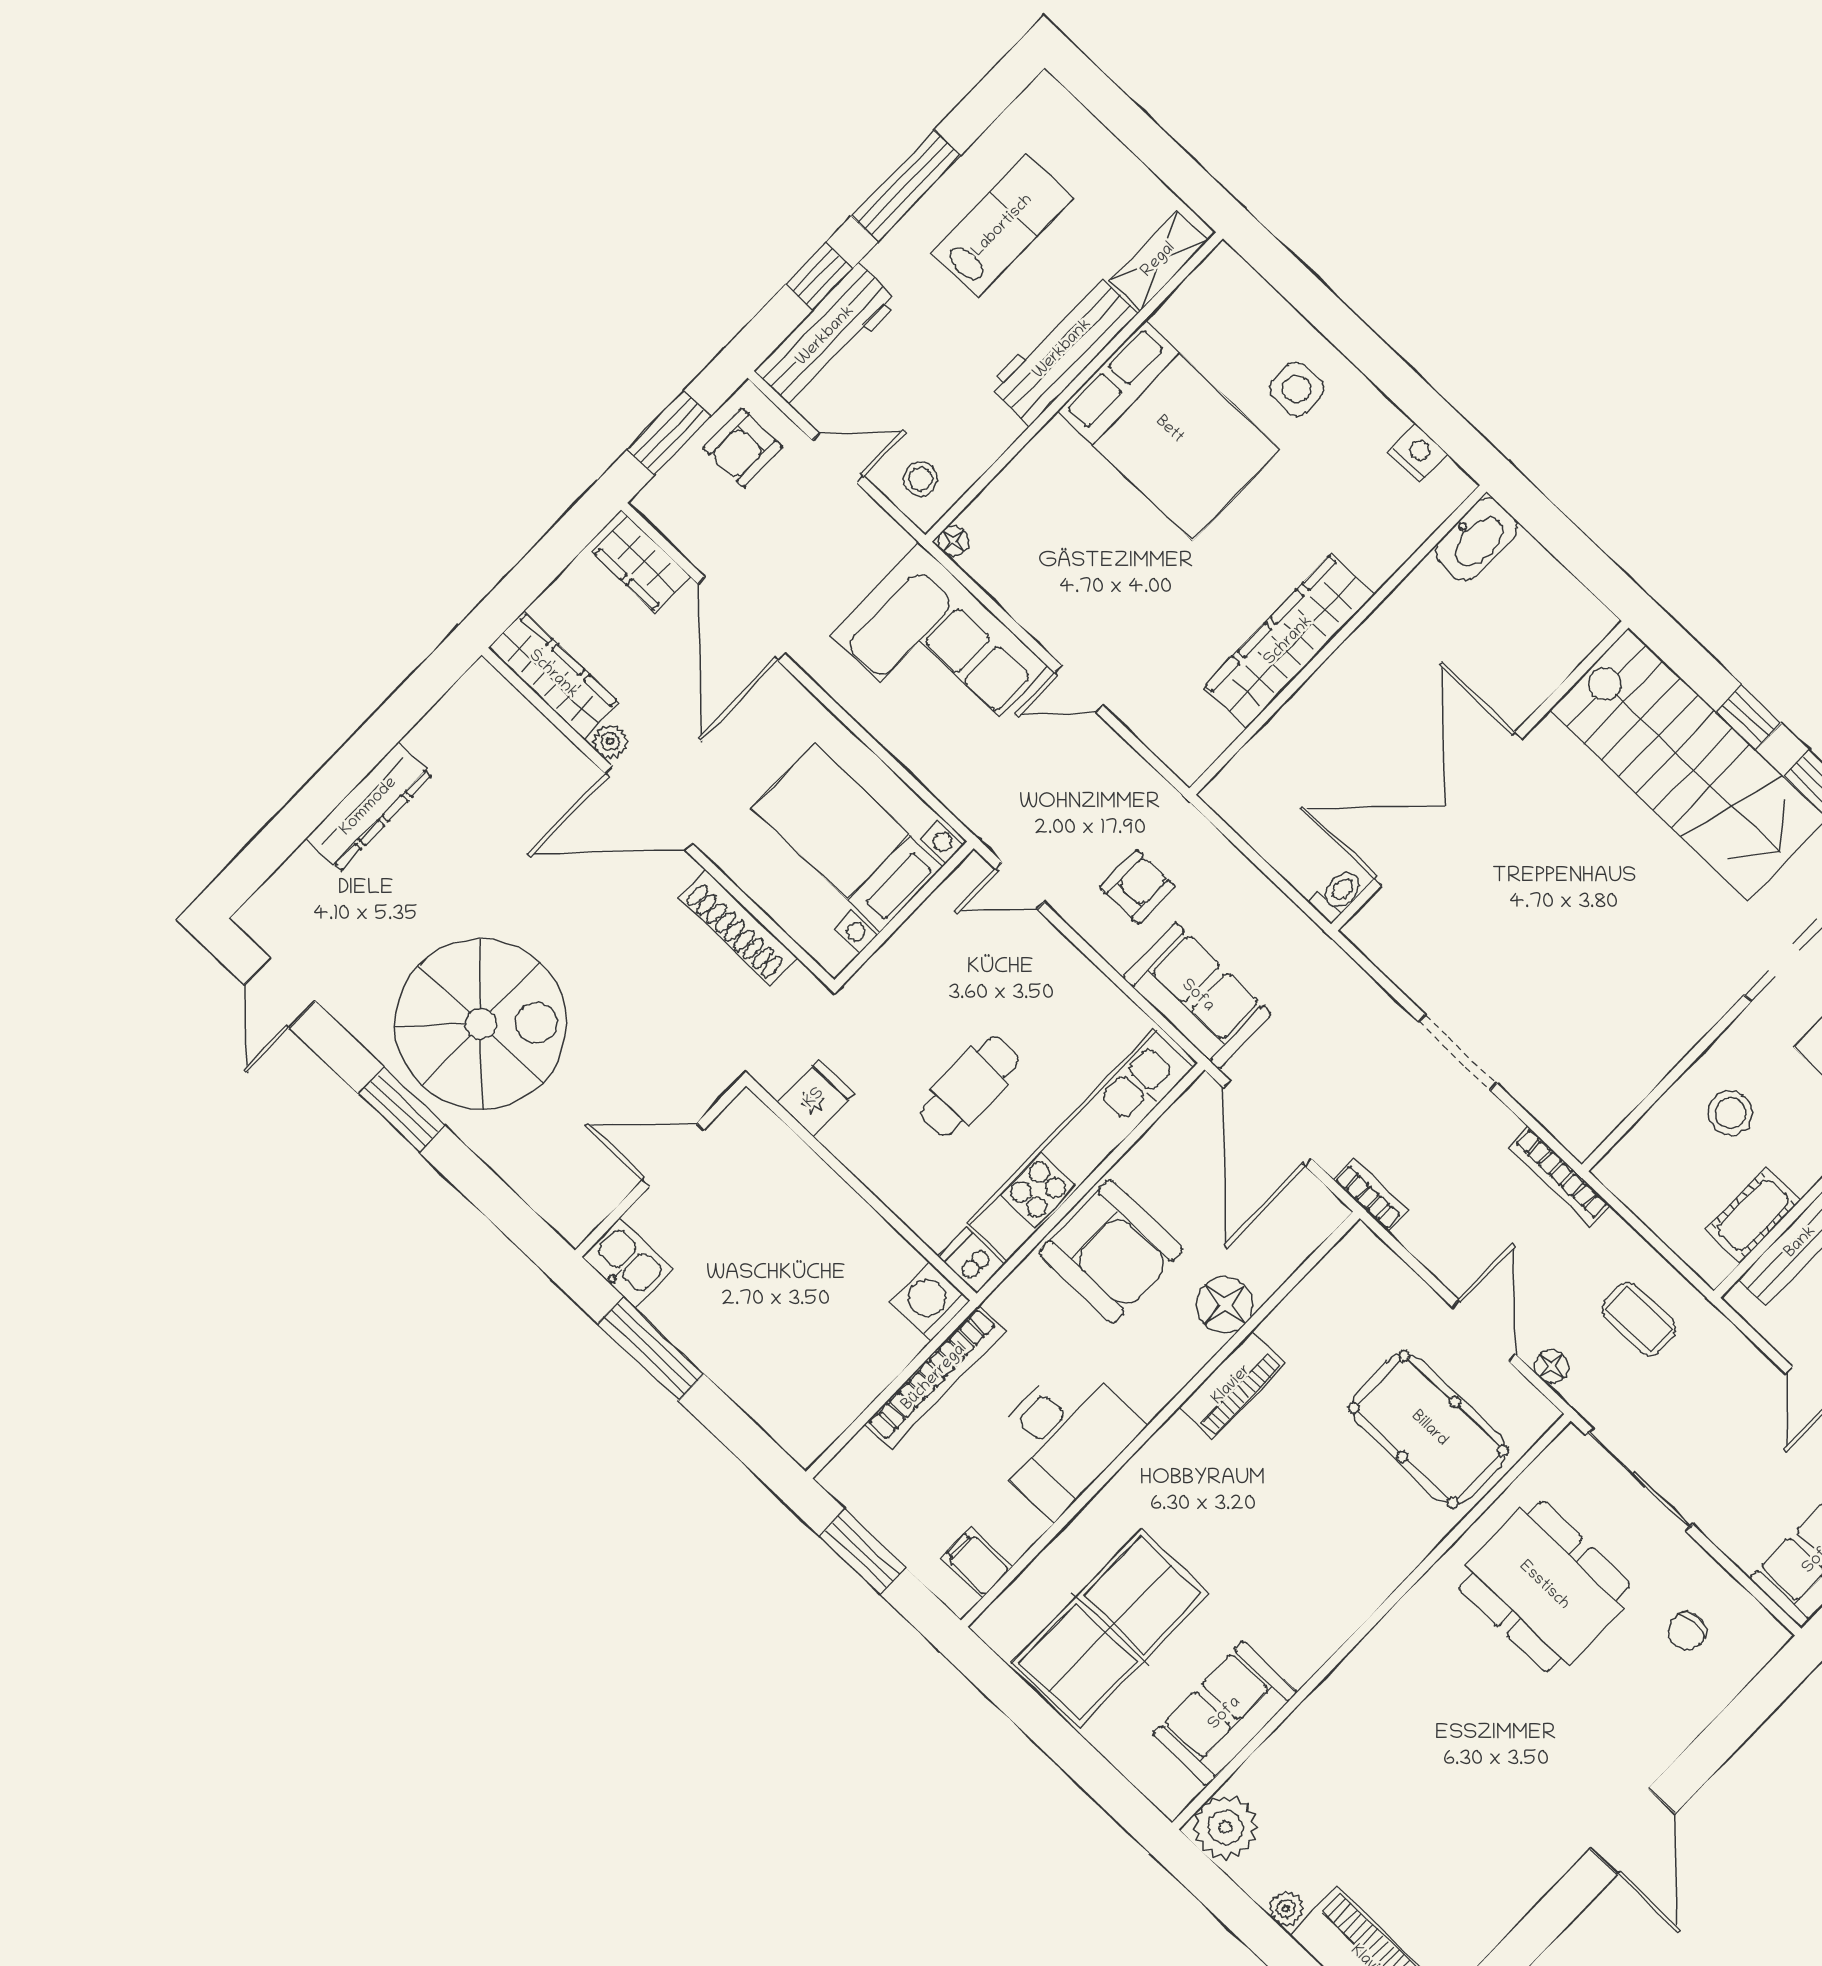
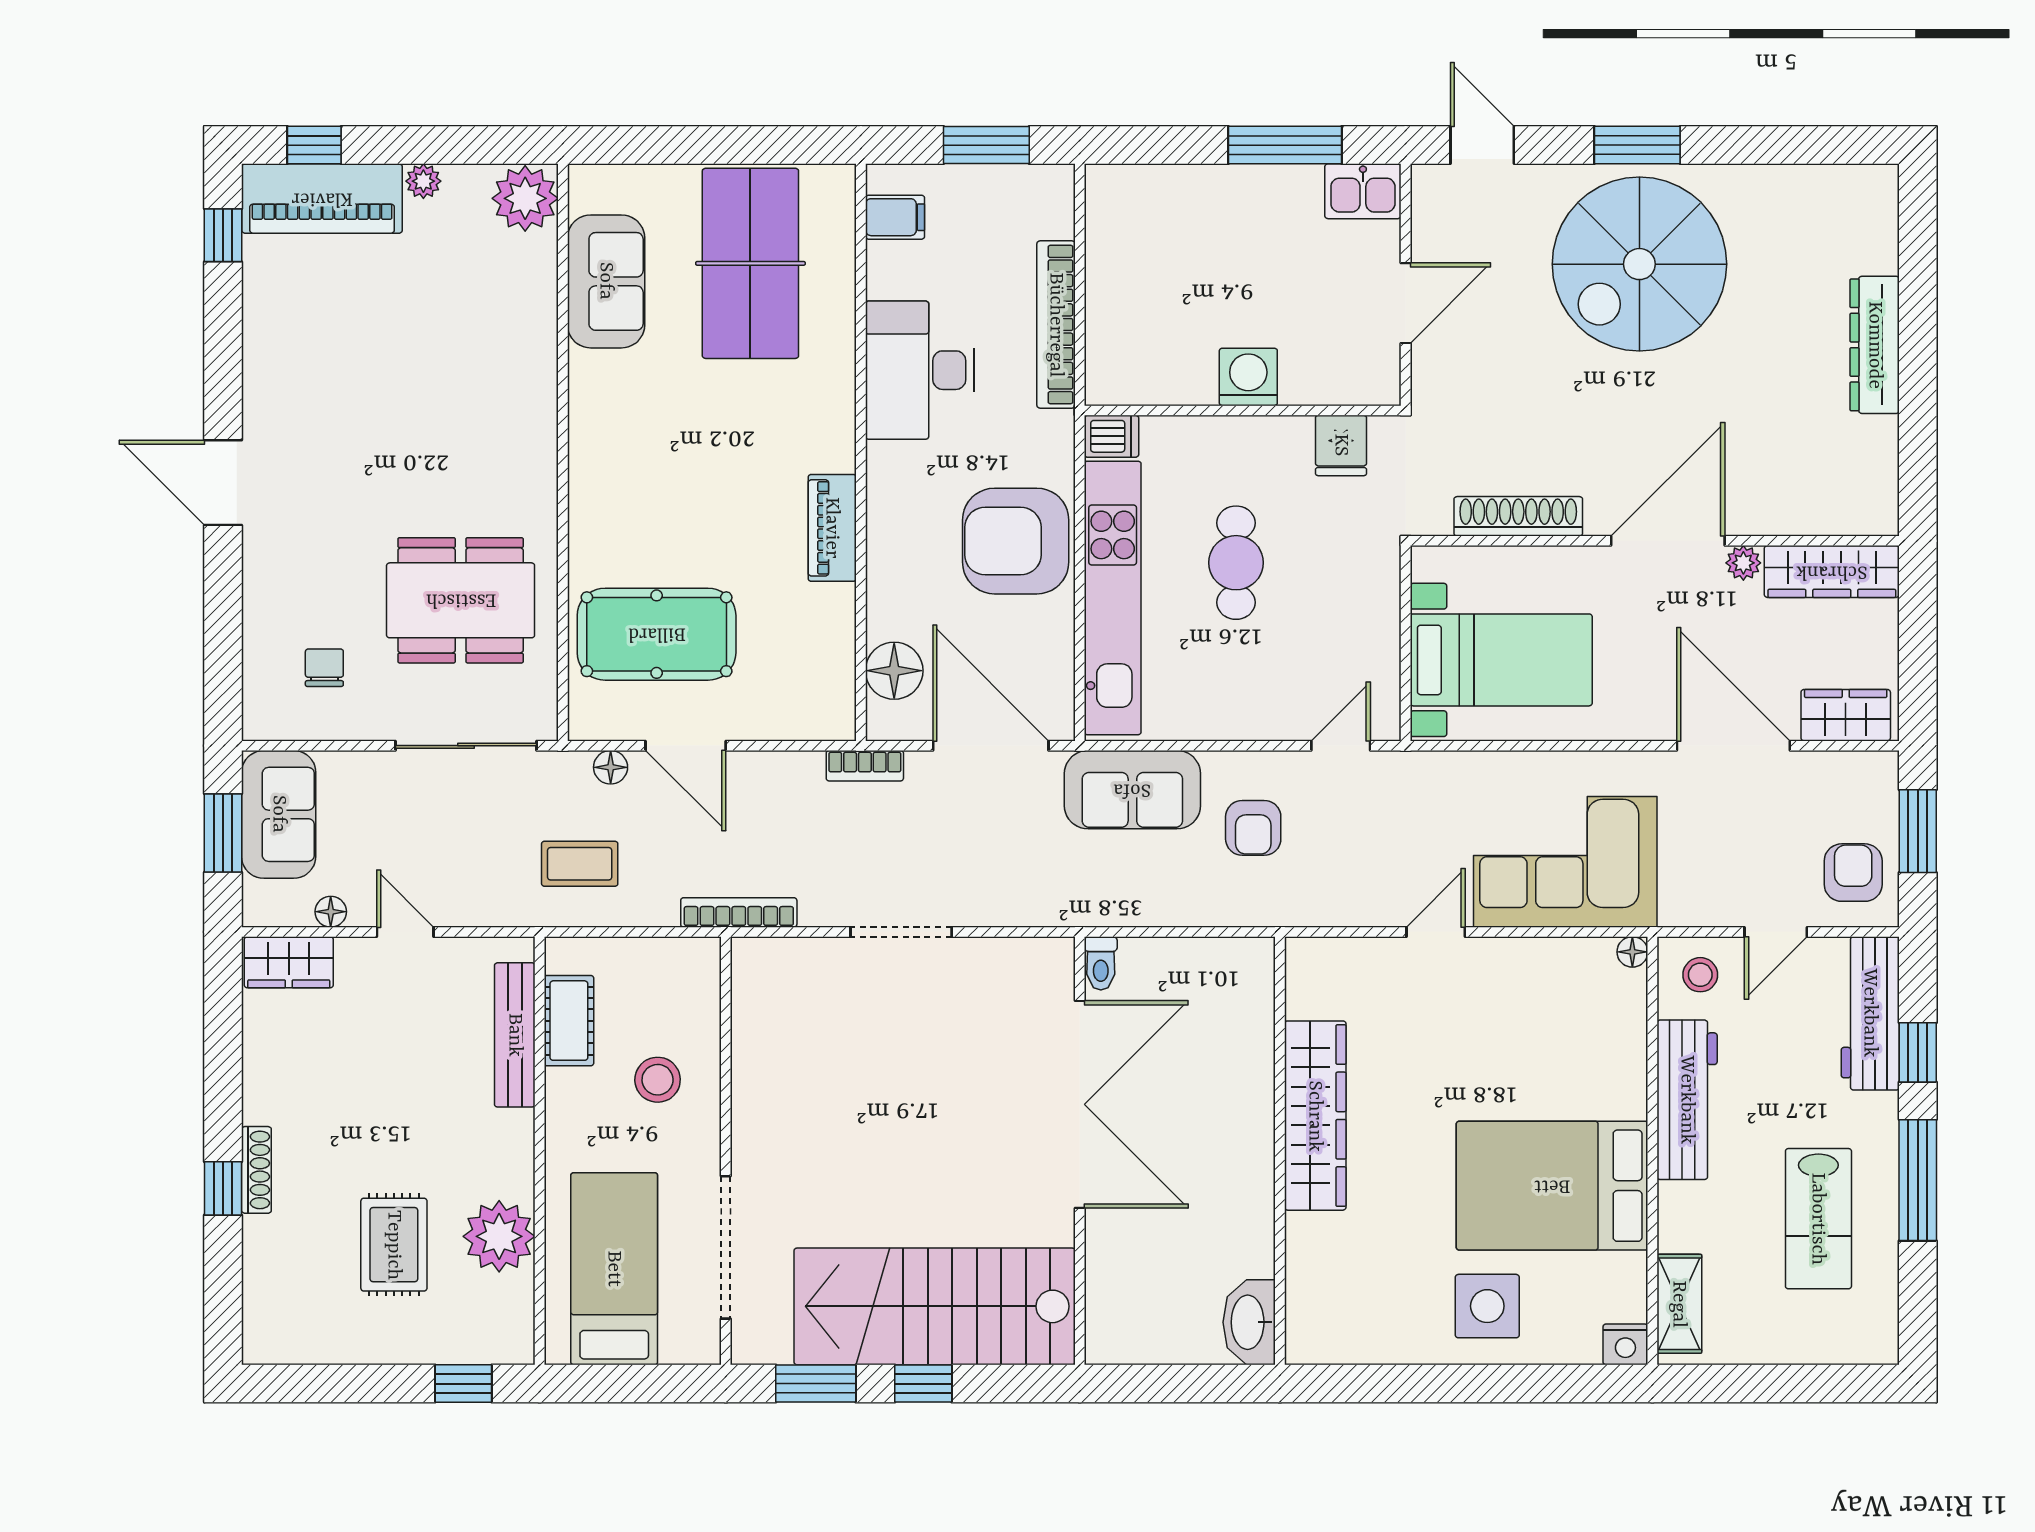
workbench: (1063, 349) -> (1687, 1100), moved
side table: (1297, 389) -> (1487, 1306), width x1.37, depth x1.37
nightstand: (1417, 453) -> (1625, 1344), moved
door: (280, 993) -> (1482, 145), moved
washing machine: (930, 1301) -> (1248, 377), moved, turned -90
floor lamp: (1225, 1305) -> (894, 671), moved

